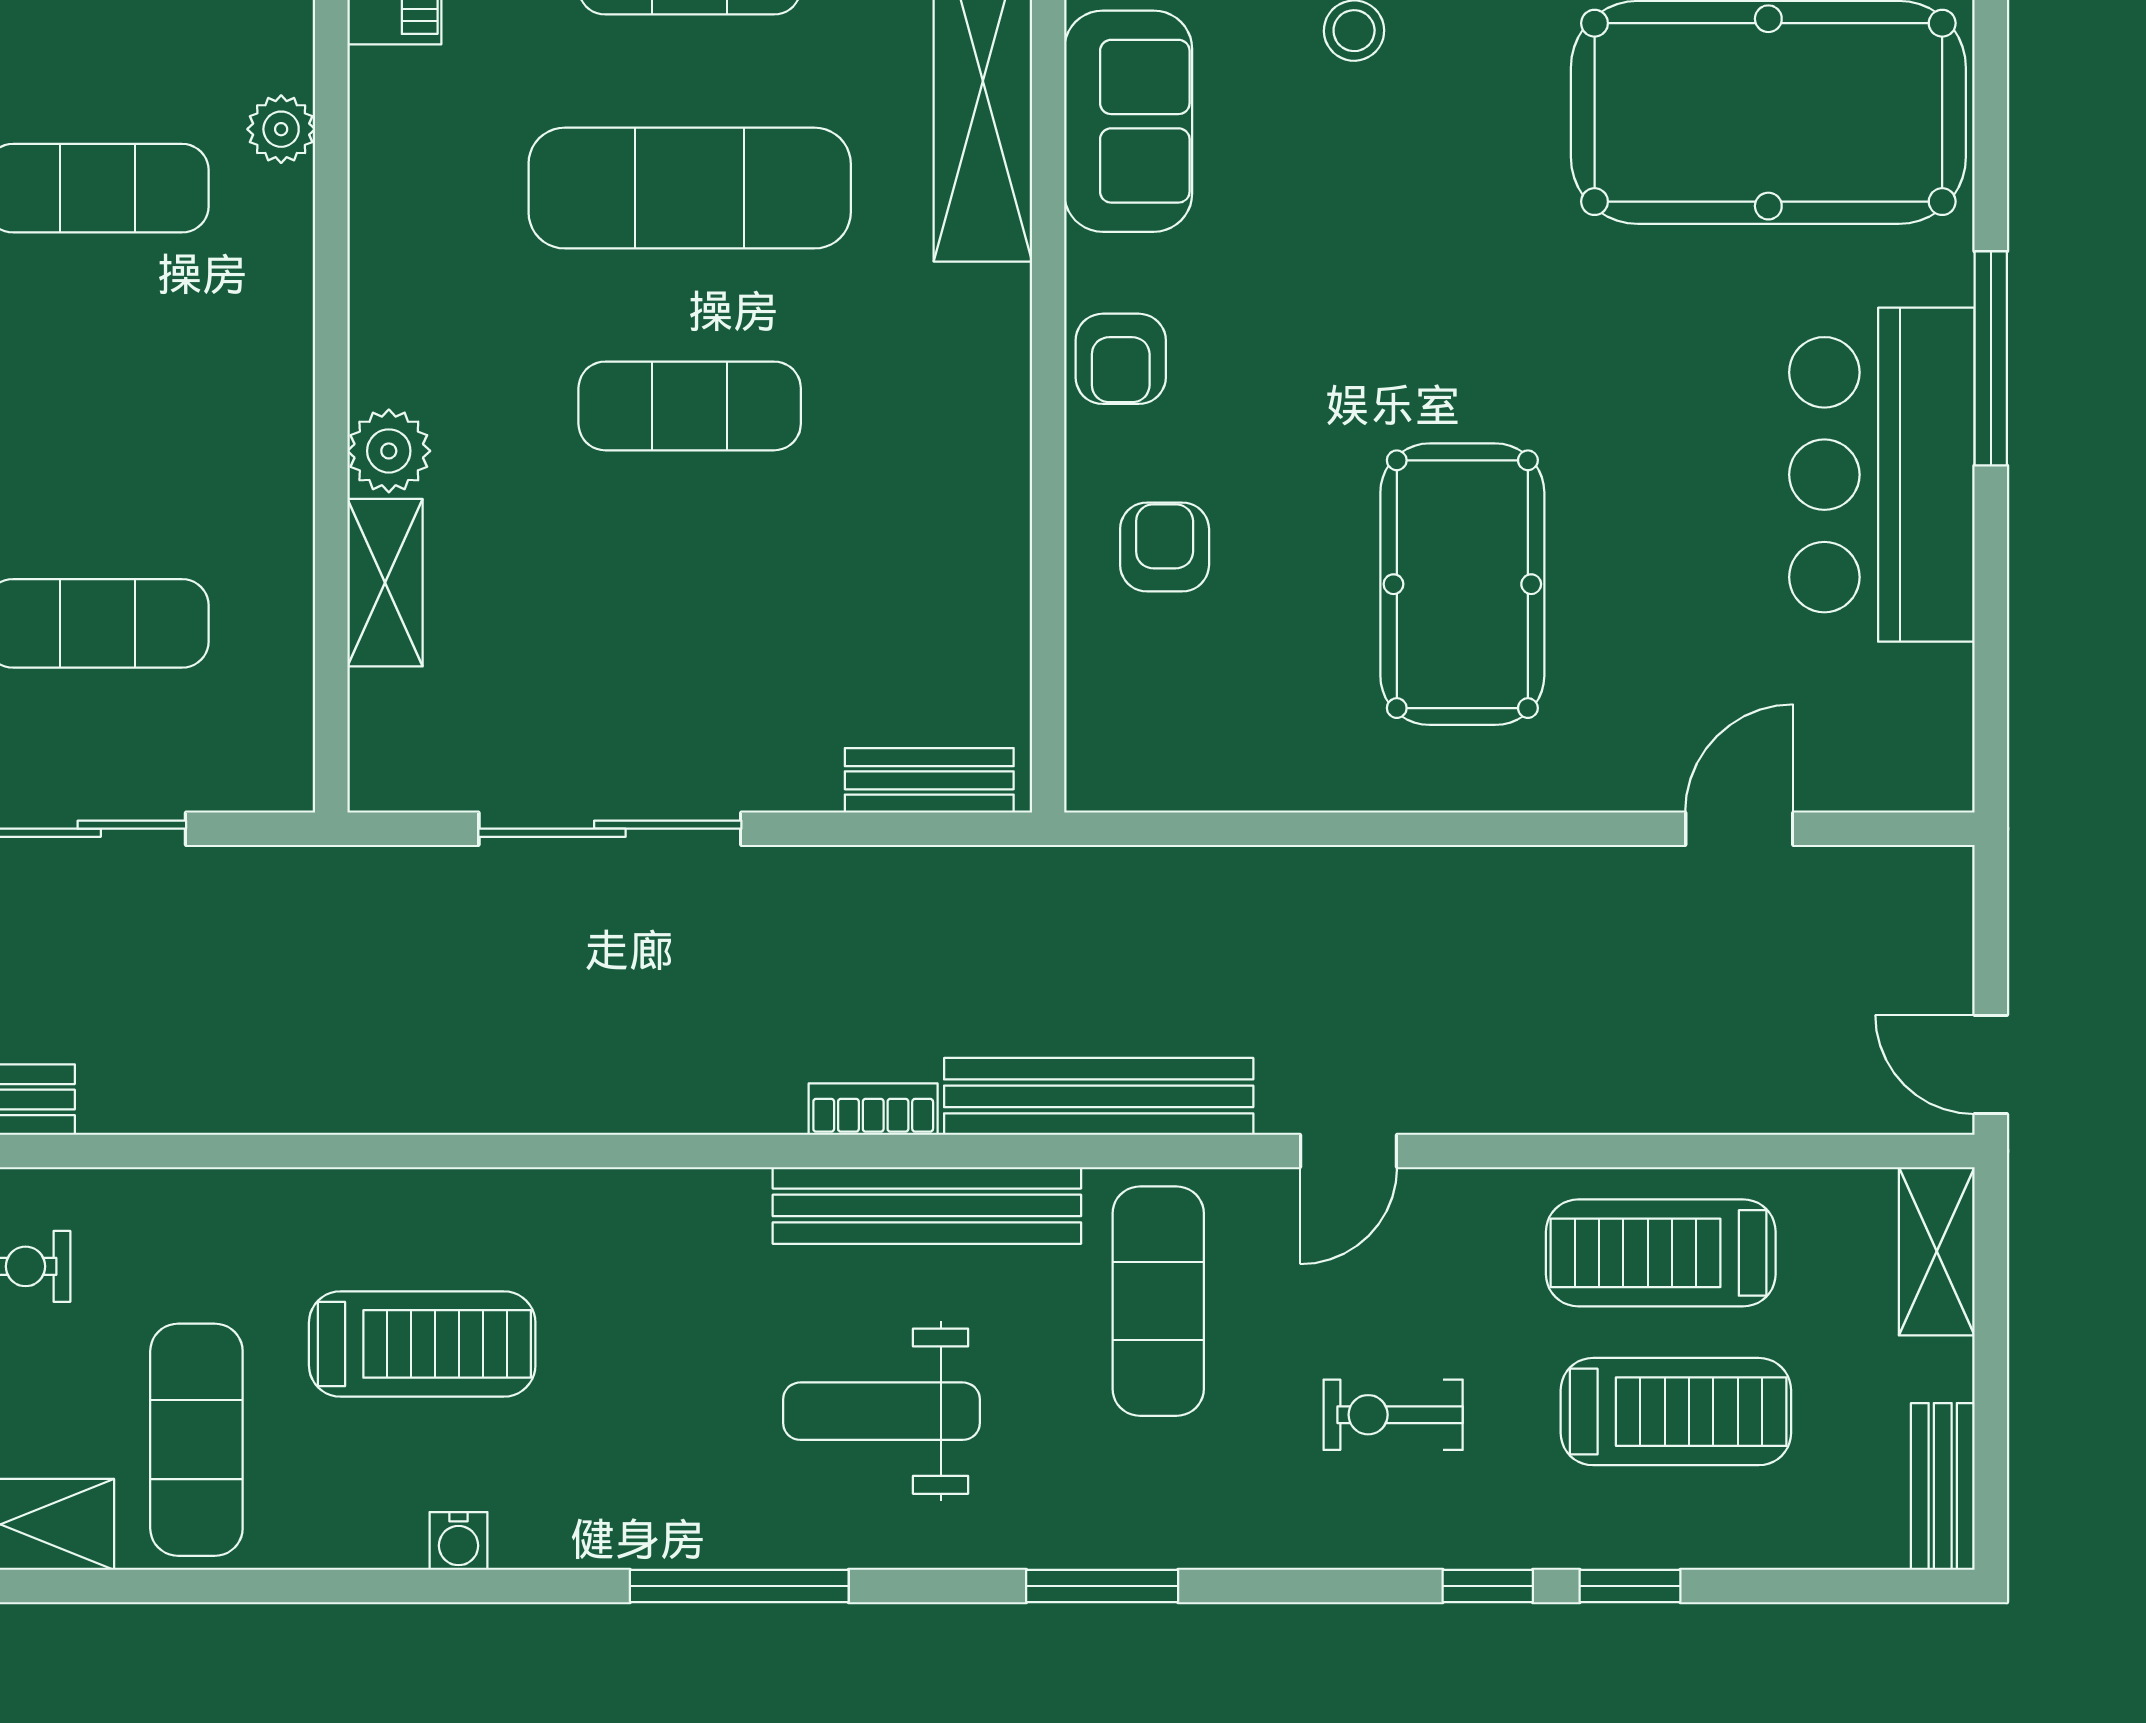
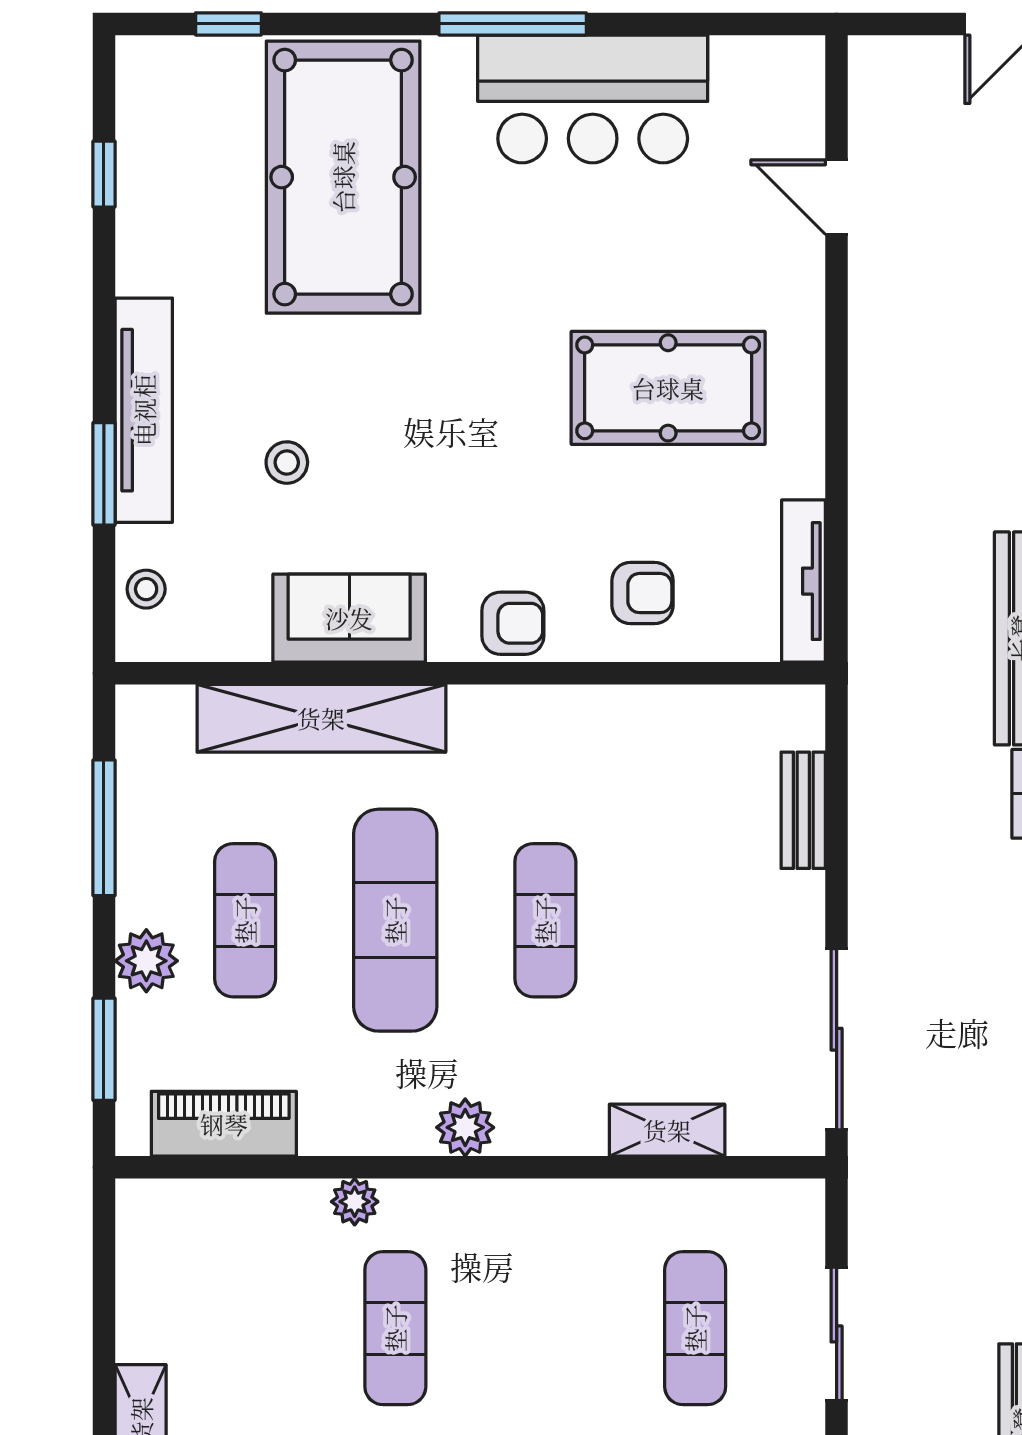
plant: (389, 451) -> (465, 1127), moved
armchair: (1165, 547) -> (642, 593), turned 180
bench: (929, 780) -> (803, 810), moved
tv unit: (1182, 781) -> (803, 581), added
sliding door: (610, 829) -> (837, 1039), moved

